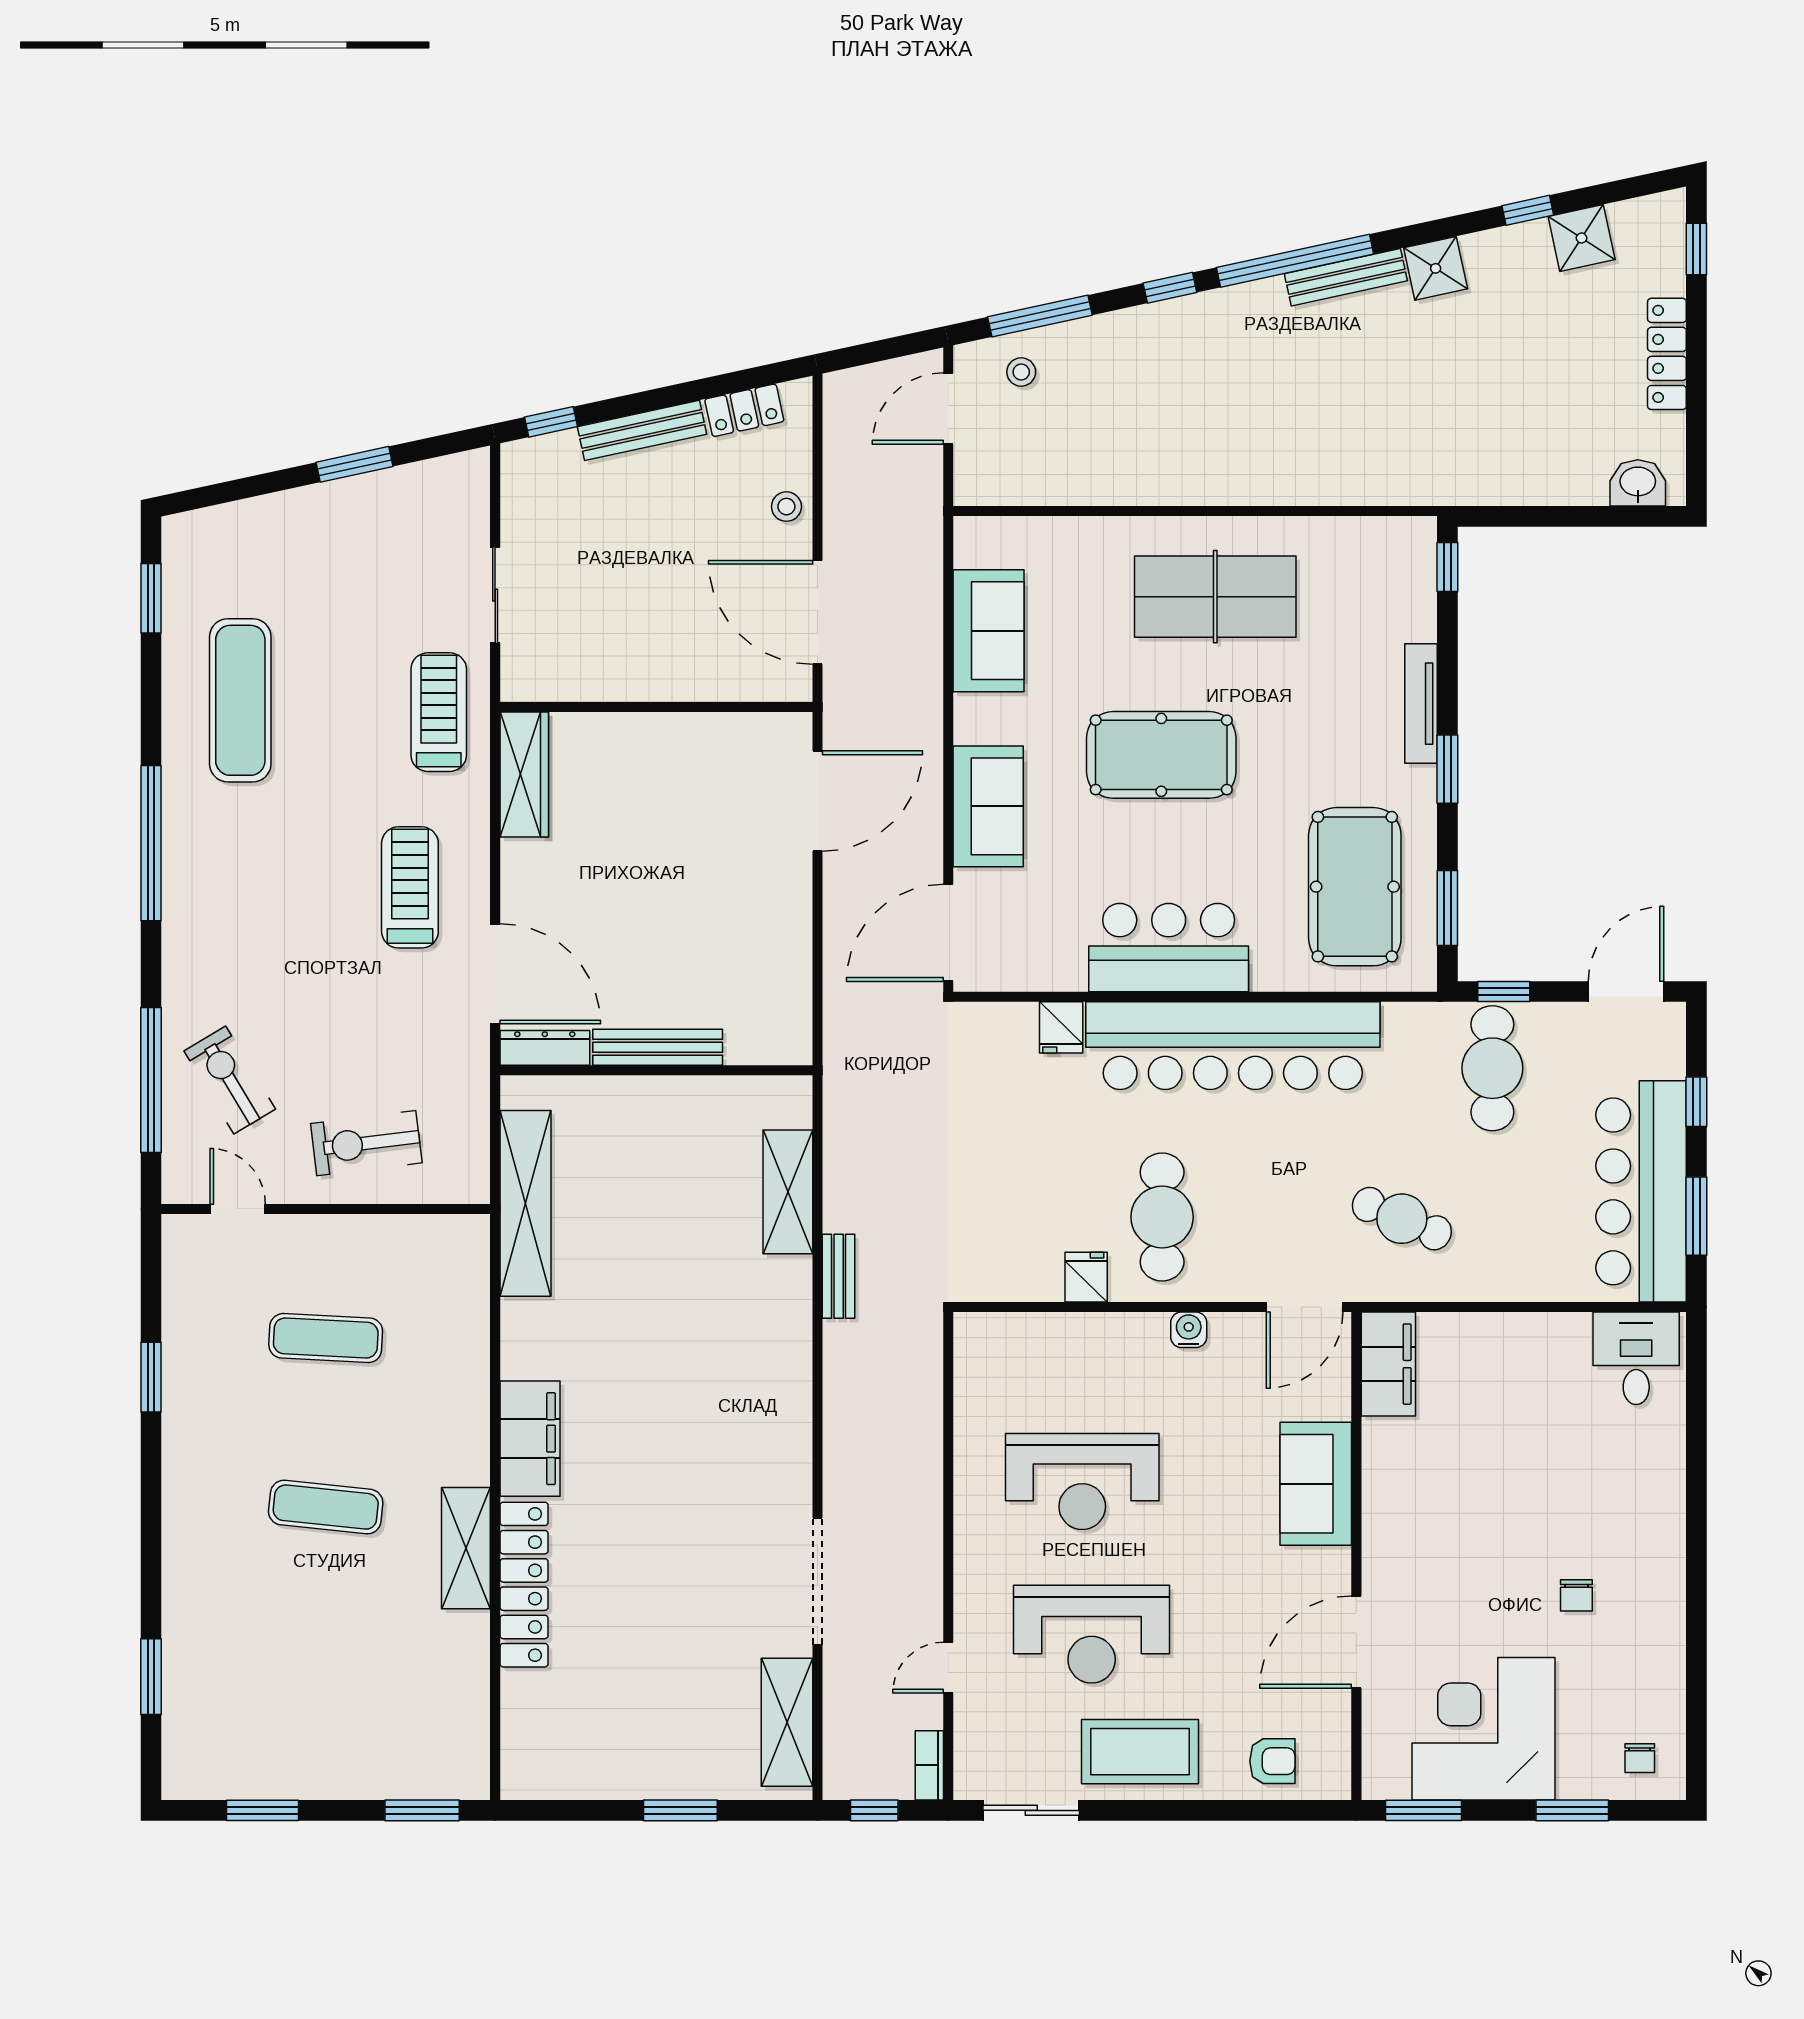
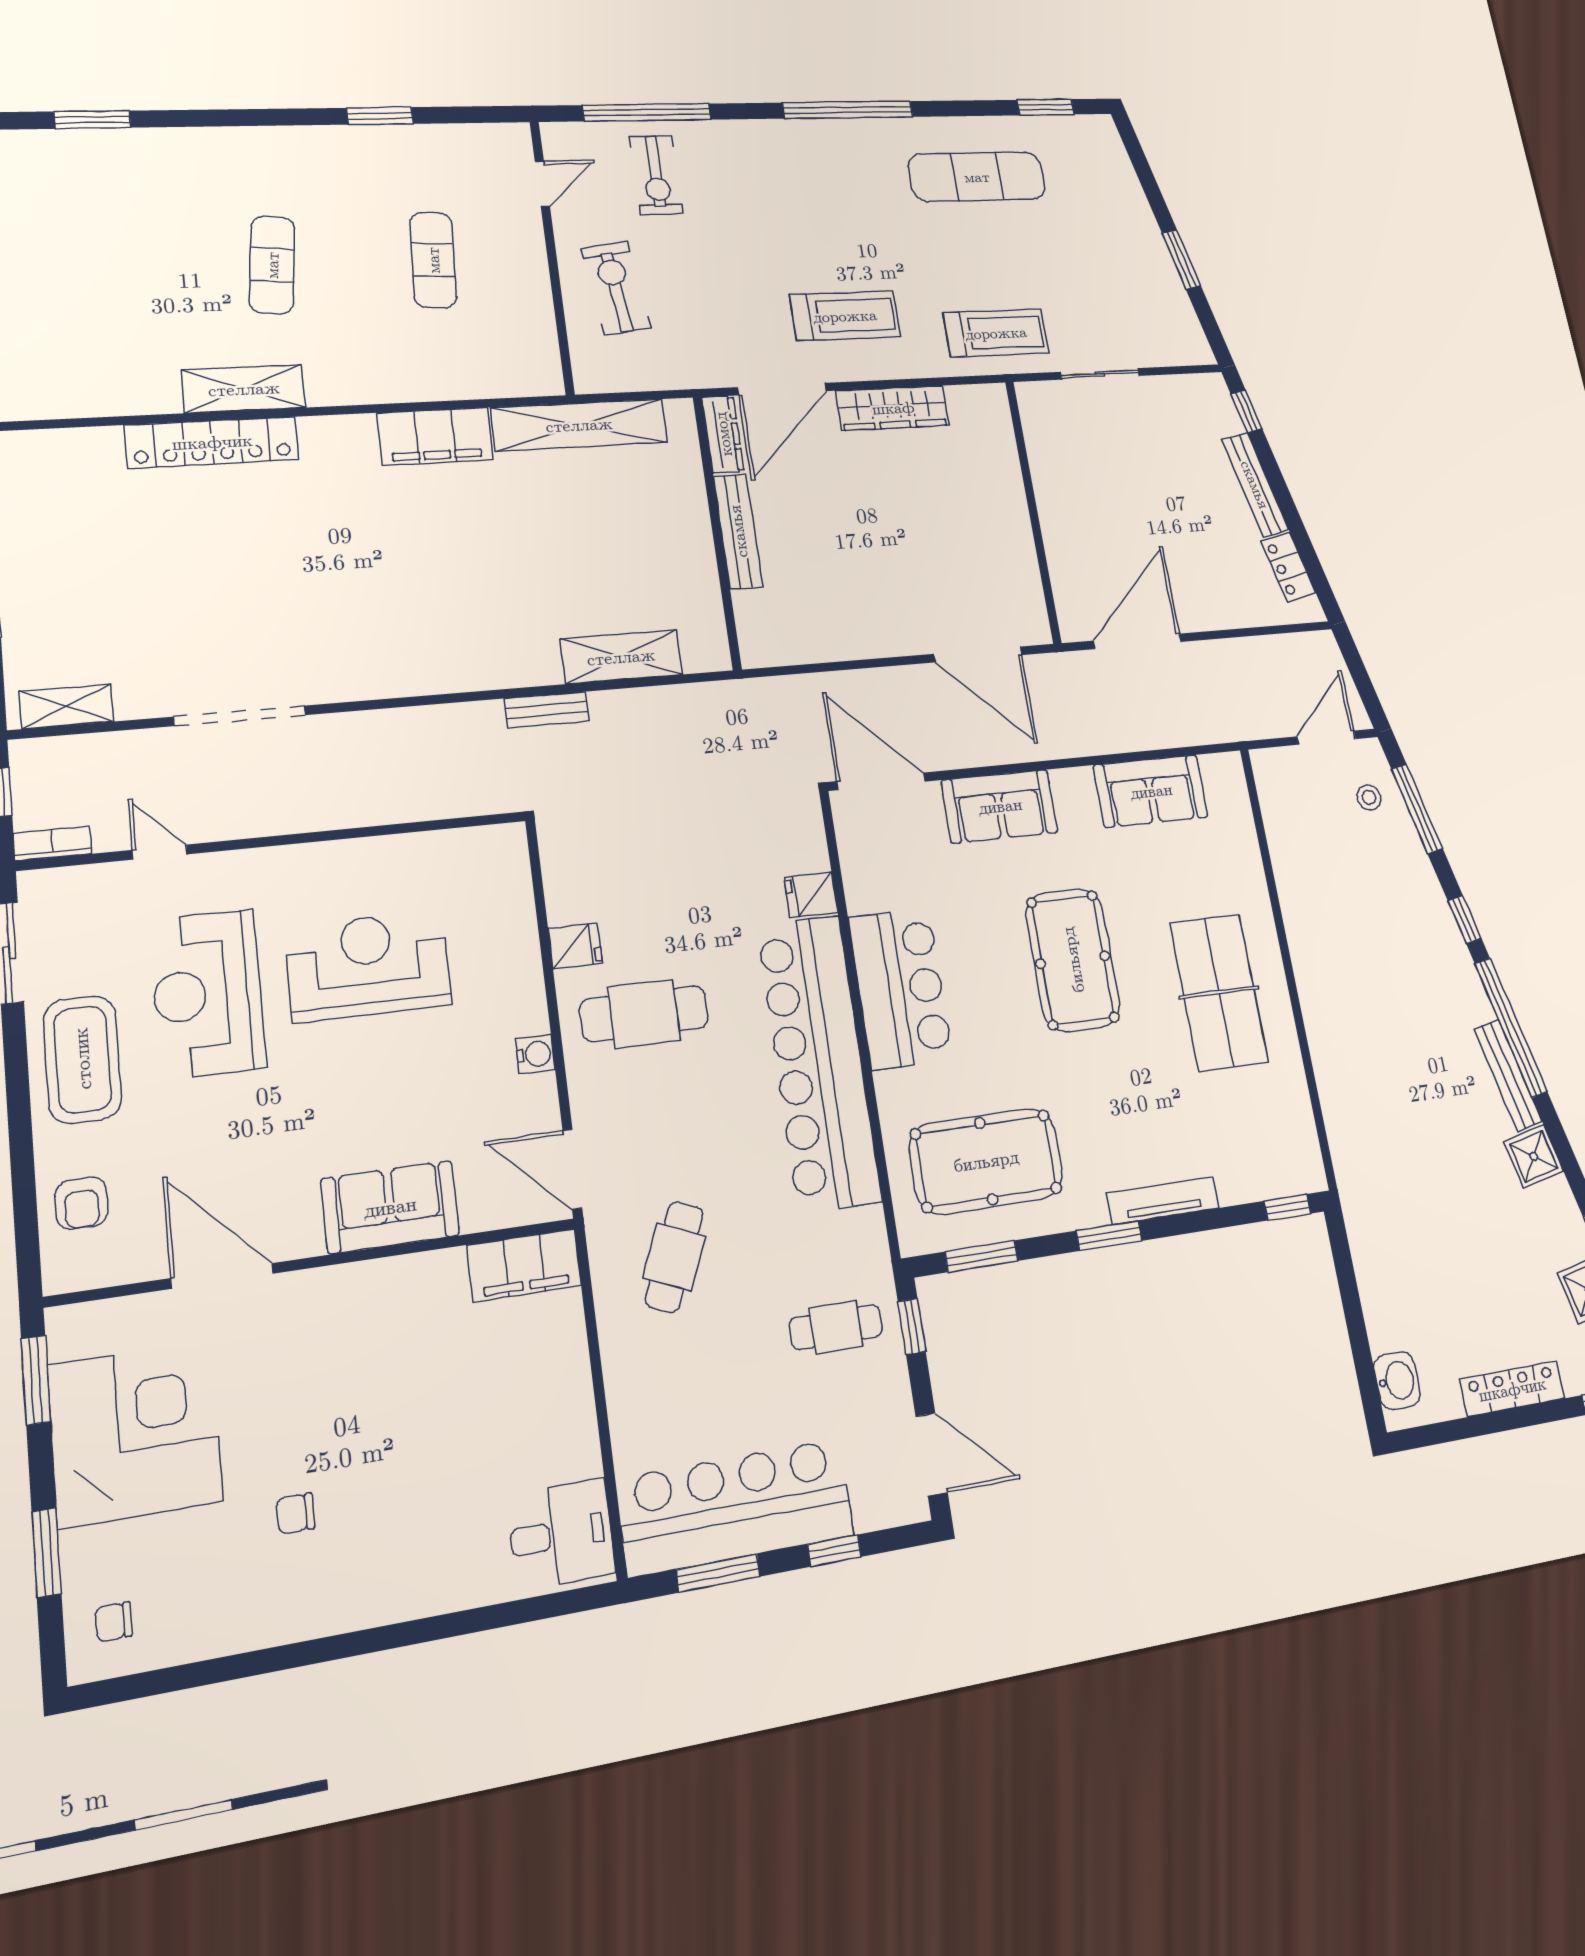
door: (948, 408) -> (1326, 738), hinge flipped
stool: (786, 507) -> (1219, 608), removed
wardrobe: (524, 774) -> (893, 408), moved
cafe table: (1492, 1068) -> (836, 1327), width x0.73, depth x0.74
exercise bike: (230, 1080) -> (656, 175), turned 121
filing cabinet: (530, 1439) -> (435, 436), moved
reception desk: (1082, 1482) -> (368, 966), turned 90
shelving: (787, 1722) -> (67, 706), width x0.67, depth x0.75

